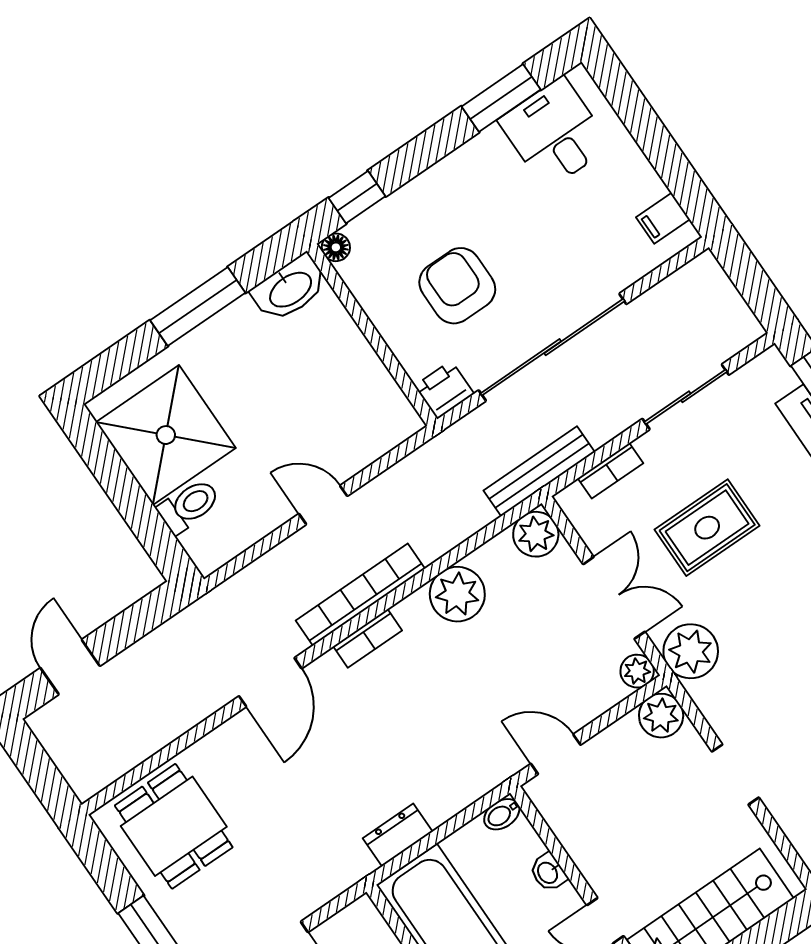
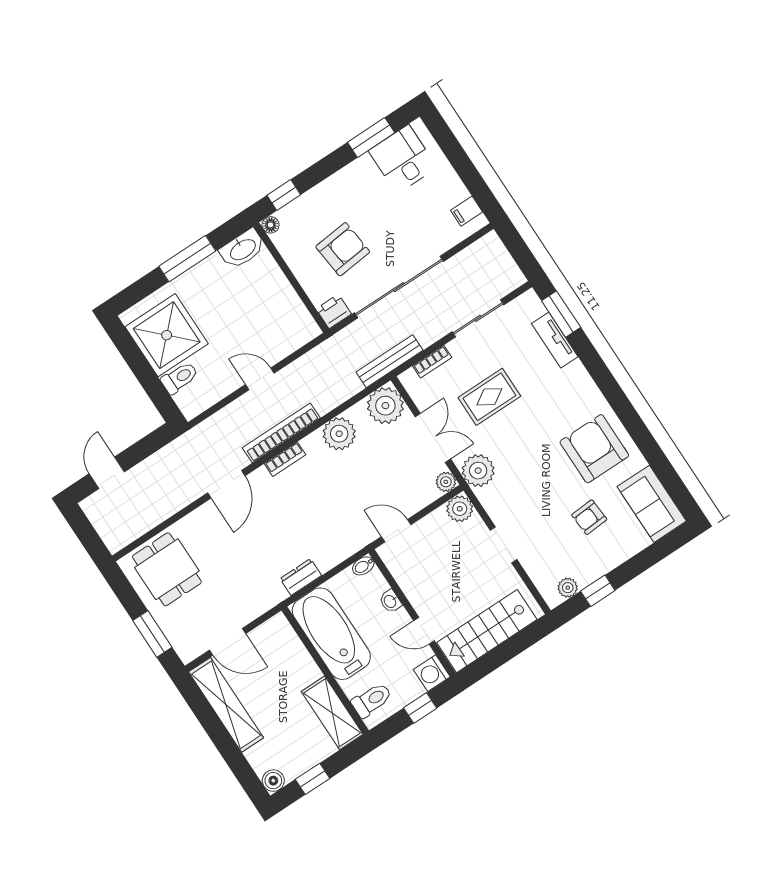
armchair: (457, 286) -> (343, 249), turned 84
plant: (536, 534) -> (385, 406), width x1.36, depth x1.36

